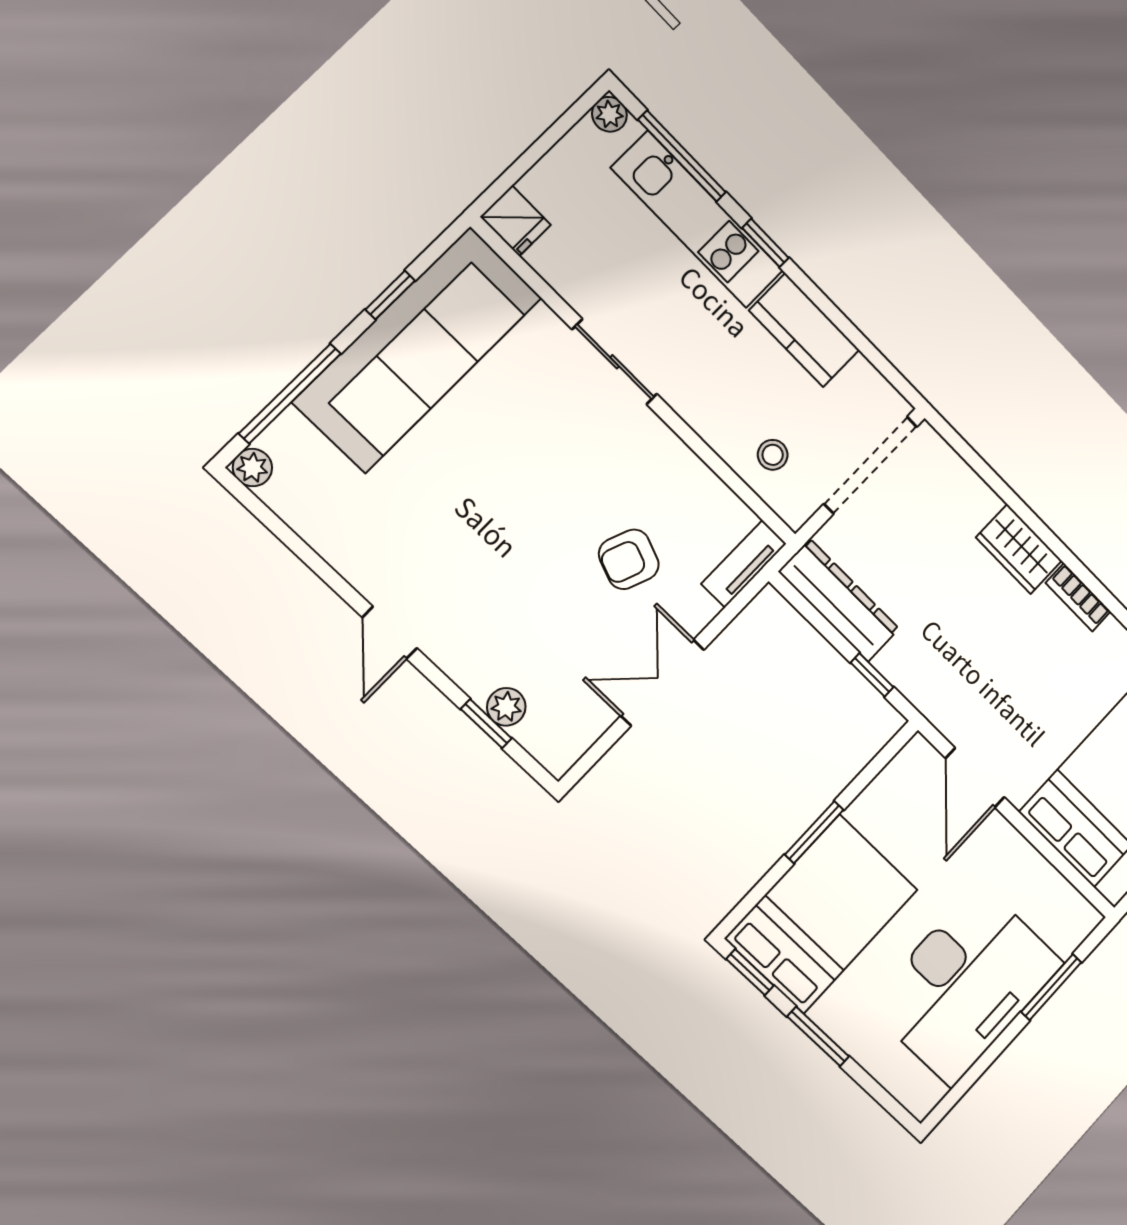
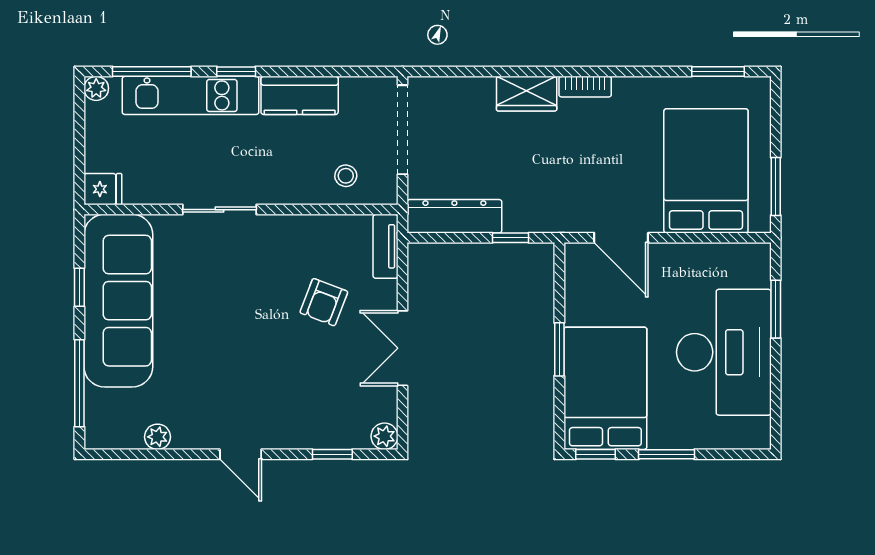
plant: (252, 468) -> (157, 437), moved
plant: (506, 707) -> (384, 436), moved

